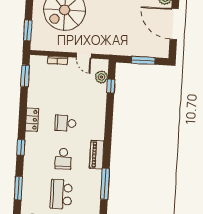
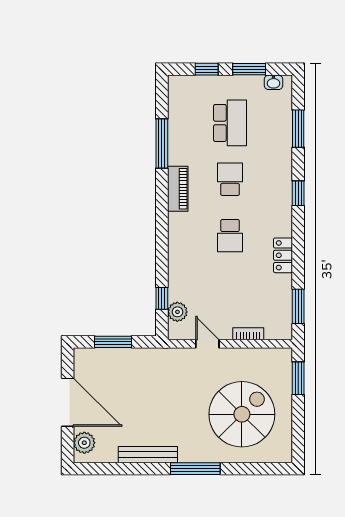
locker: (32, 120) -> (283, 255), moved
school desk: (65, 123) -> (230, 236), turned 90

